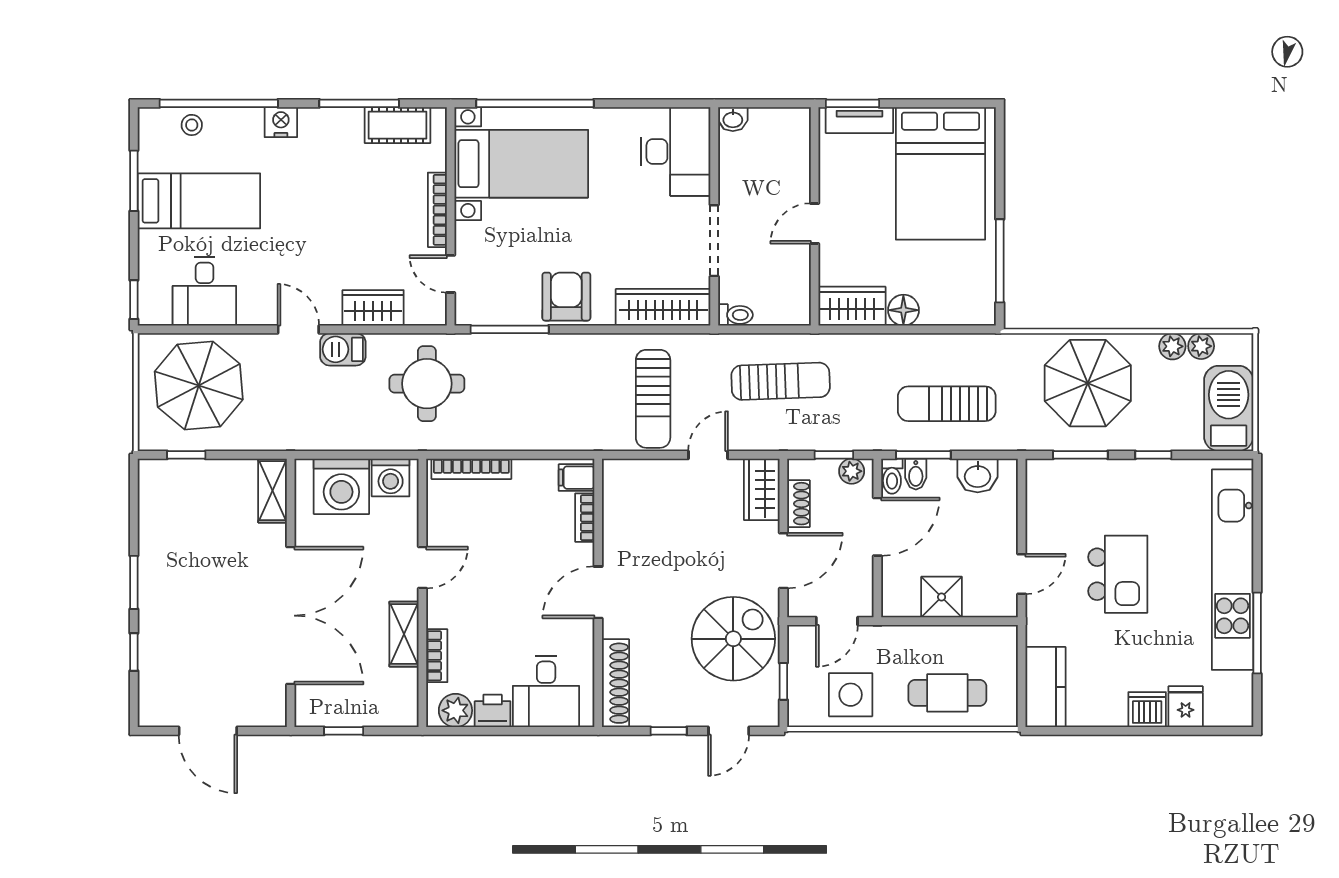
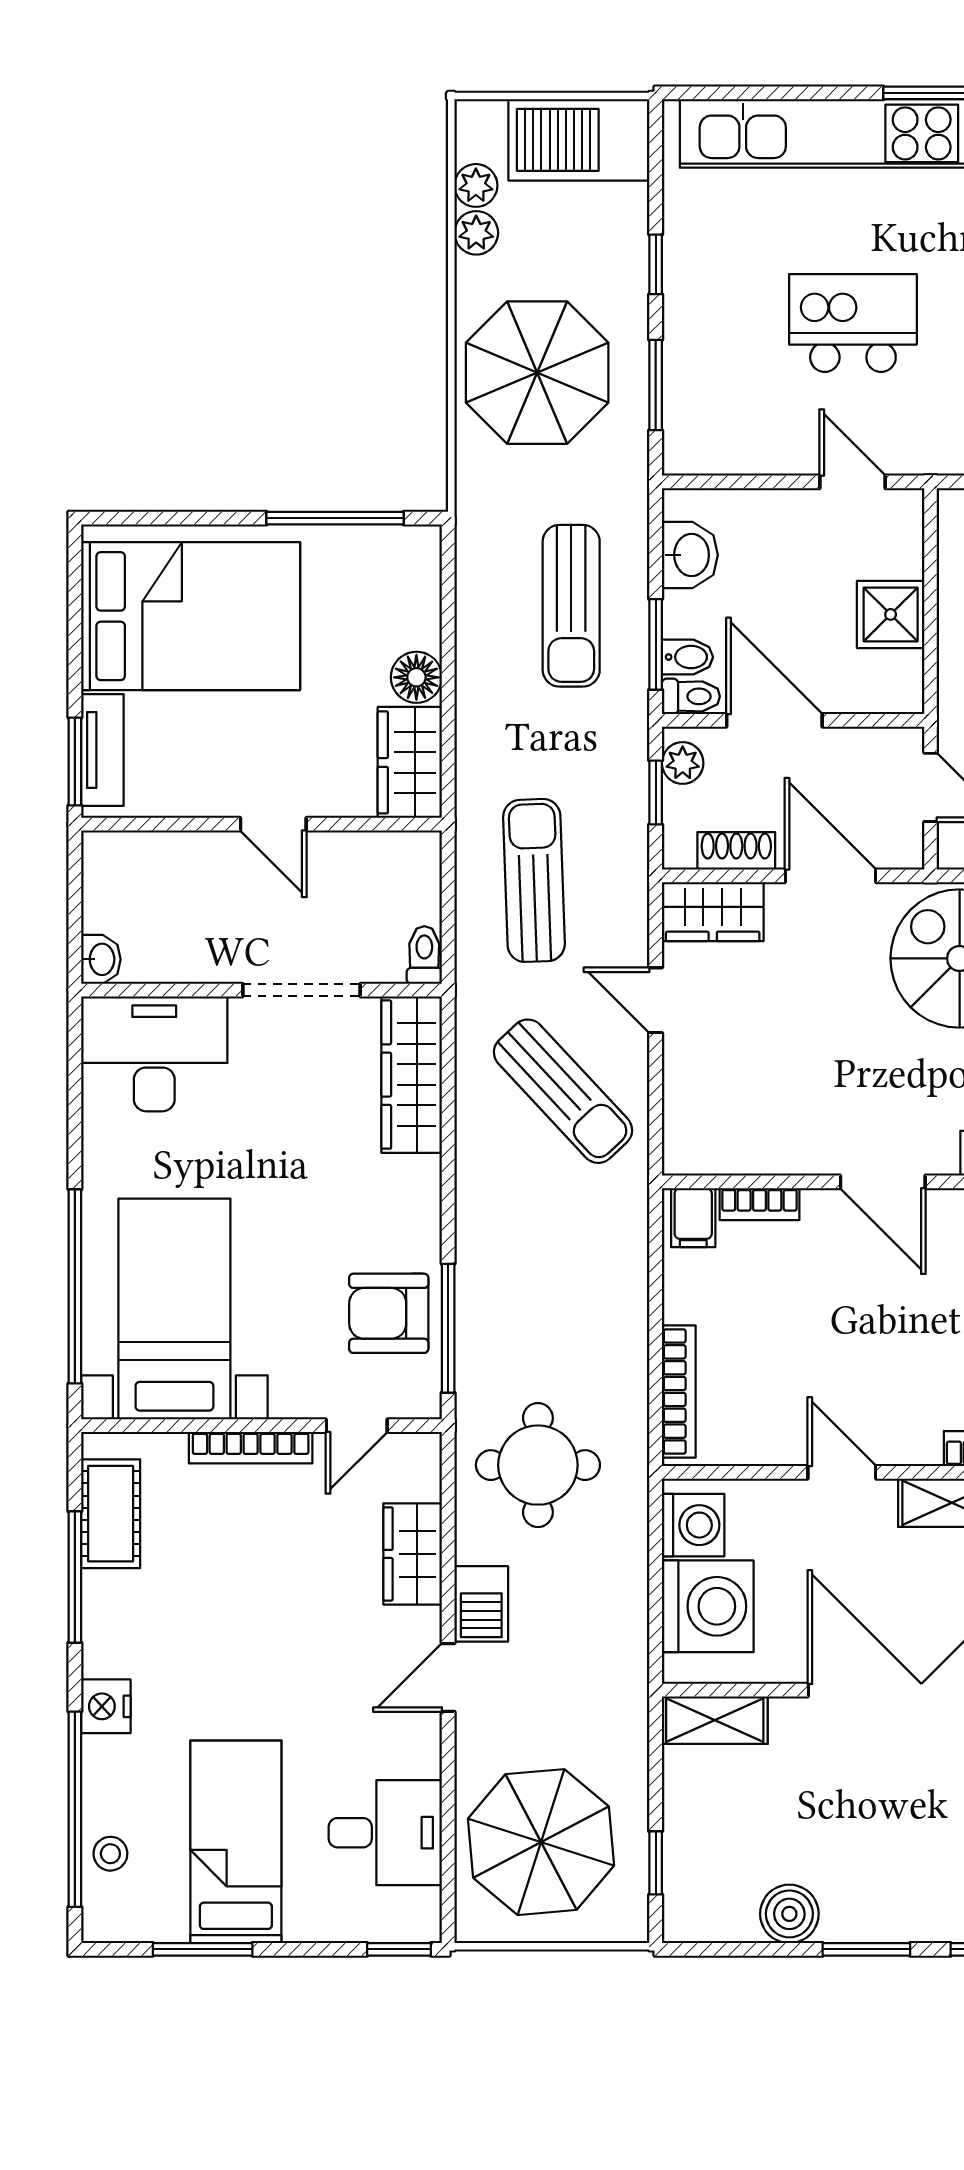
armchair: (566, 297) -> (389, 1313), moved
sun lounger: (653, 399) -> (563, 1091), turned 47
boiler: (155, 536) -> (789, 1914), added

